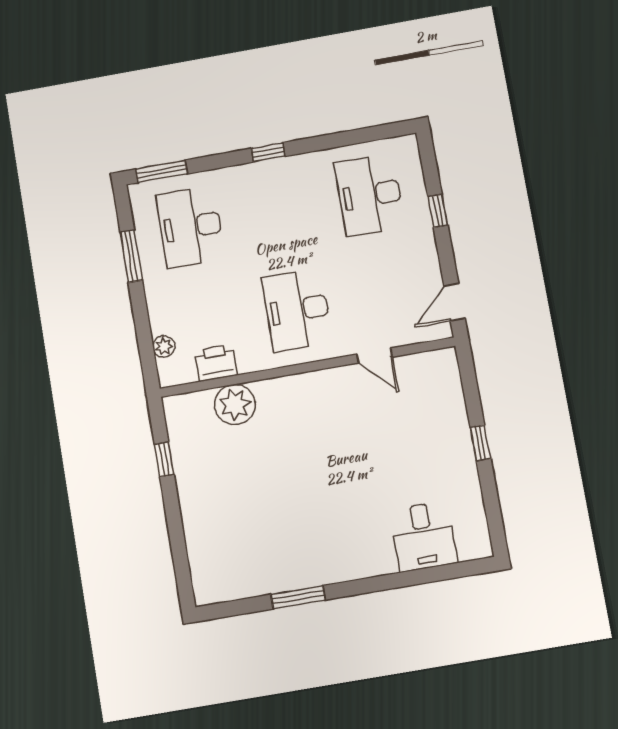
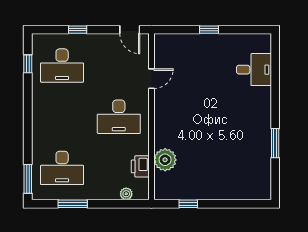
window: (268, 152) -> (28, 64), moved

